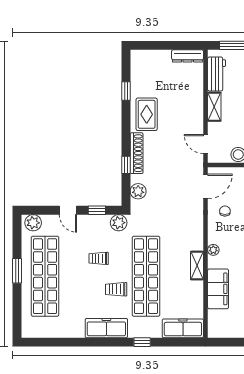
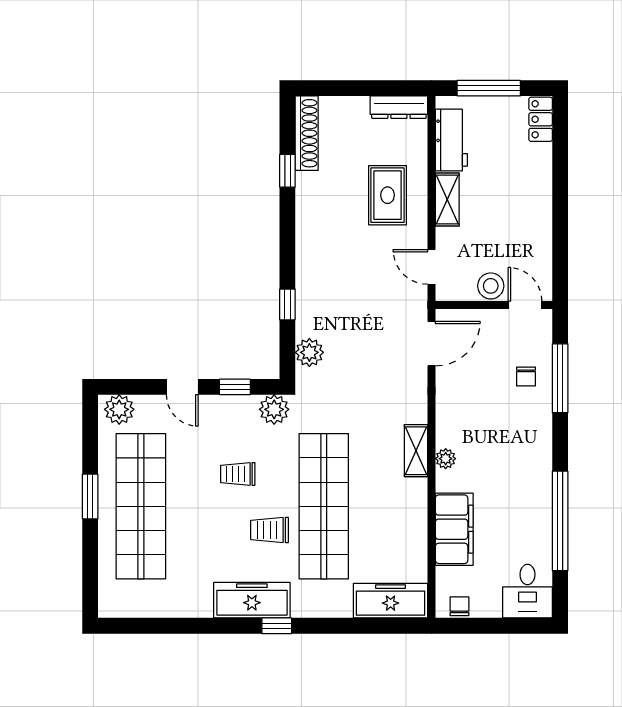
rug: (147, 114) -> (388, 195), moved
shoe rack: (137, 153) -> (307, 133), moved
chair: (225, 211) -> (459, 606), moved
shelving: (197, 266) -> (416, 451), moved
window: (142, 342) -> (277, 626), moved

